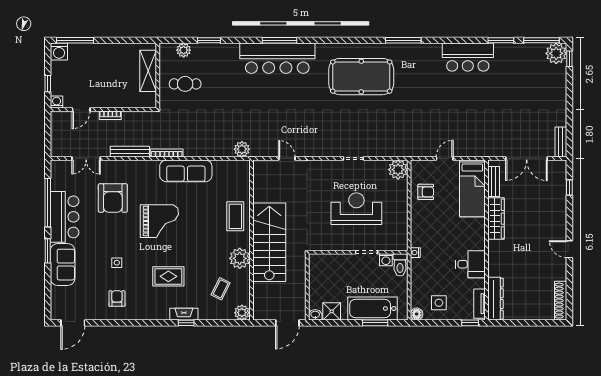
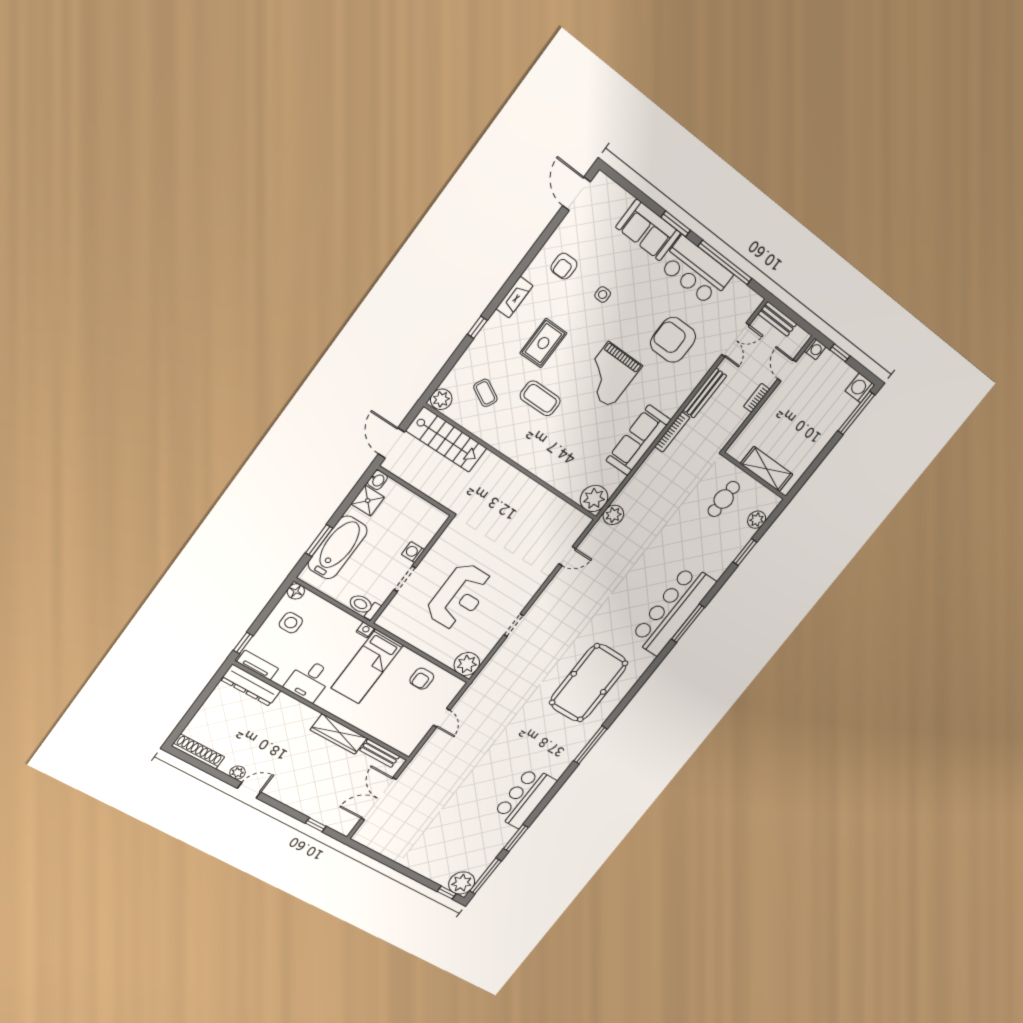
bench: (561, 142) -> (777, 319), moved
double door: (86, 158) -> (735, 340), swing flipped
bed: (472, 188) -> (367, 667), moved, turned -90
coffee table: (235, 216) -> (540, 398), moved
stairs: (269, 242) -> (446, 440), moved, width x0.73, depth x0.66
plant: (240, 258) -> (594, 498), moved
washing machine: (386, 260) -> (413, 552), moved
plant: (561, 265) -> (238, 773), added
armchair: (117, 299) -> (564, 266), turned 90
fireplace: (184, 314) -> (514, 297), moved

